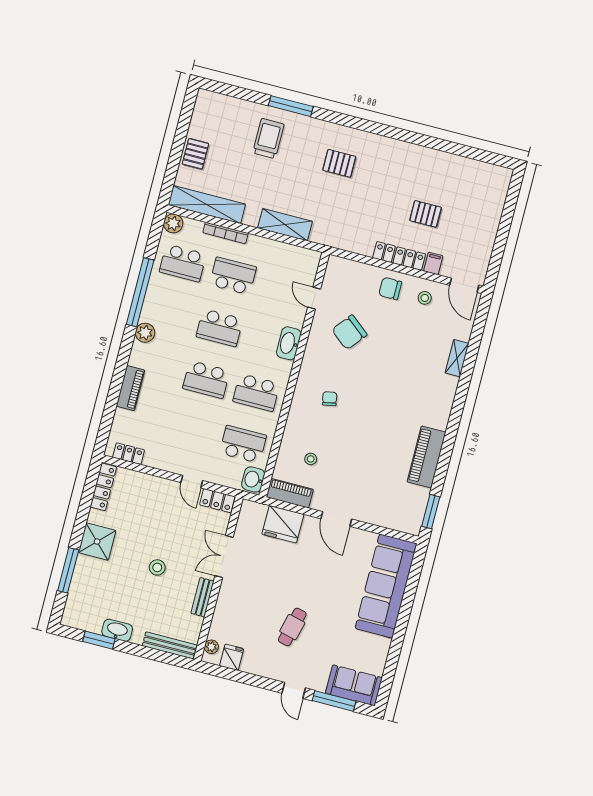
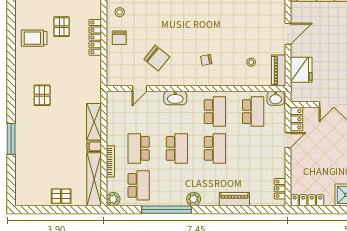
trolley: (268, 138) -> (34, 38), moved
filing cabinet: (433, 263) -> (94, 146), moved
school desk: (243, 444) -> (253, 112), turned 180

